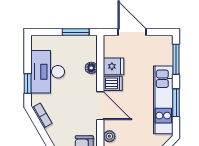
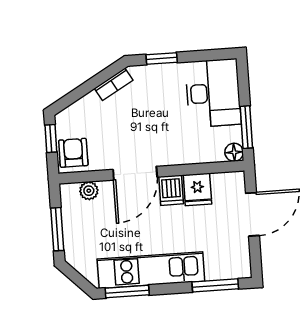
floor lamp: (91, 68) -> (234, 152), moved
desk: (48, 72) -> (213, 93), moved, turned 90
window: (176, 103) -> (127, 292), moved

